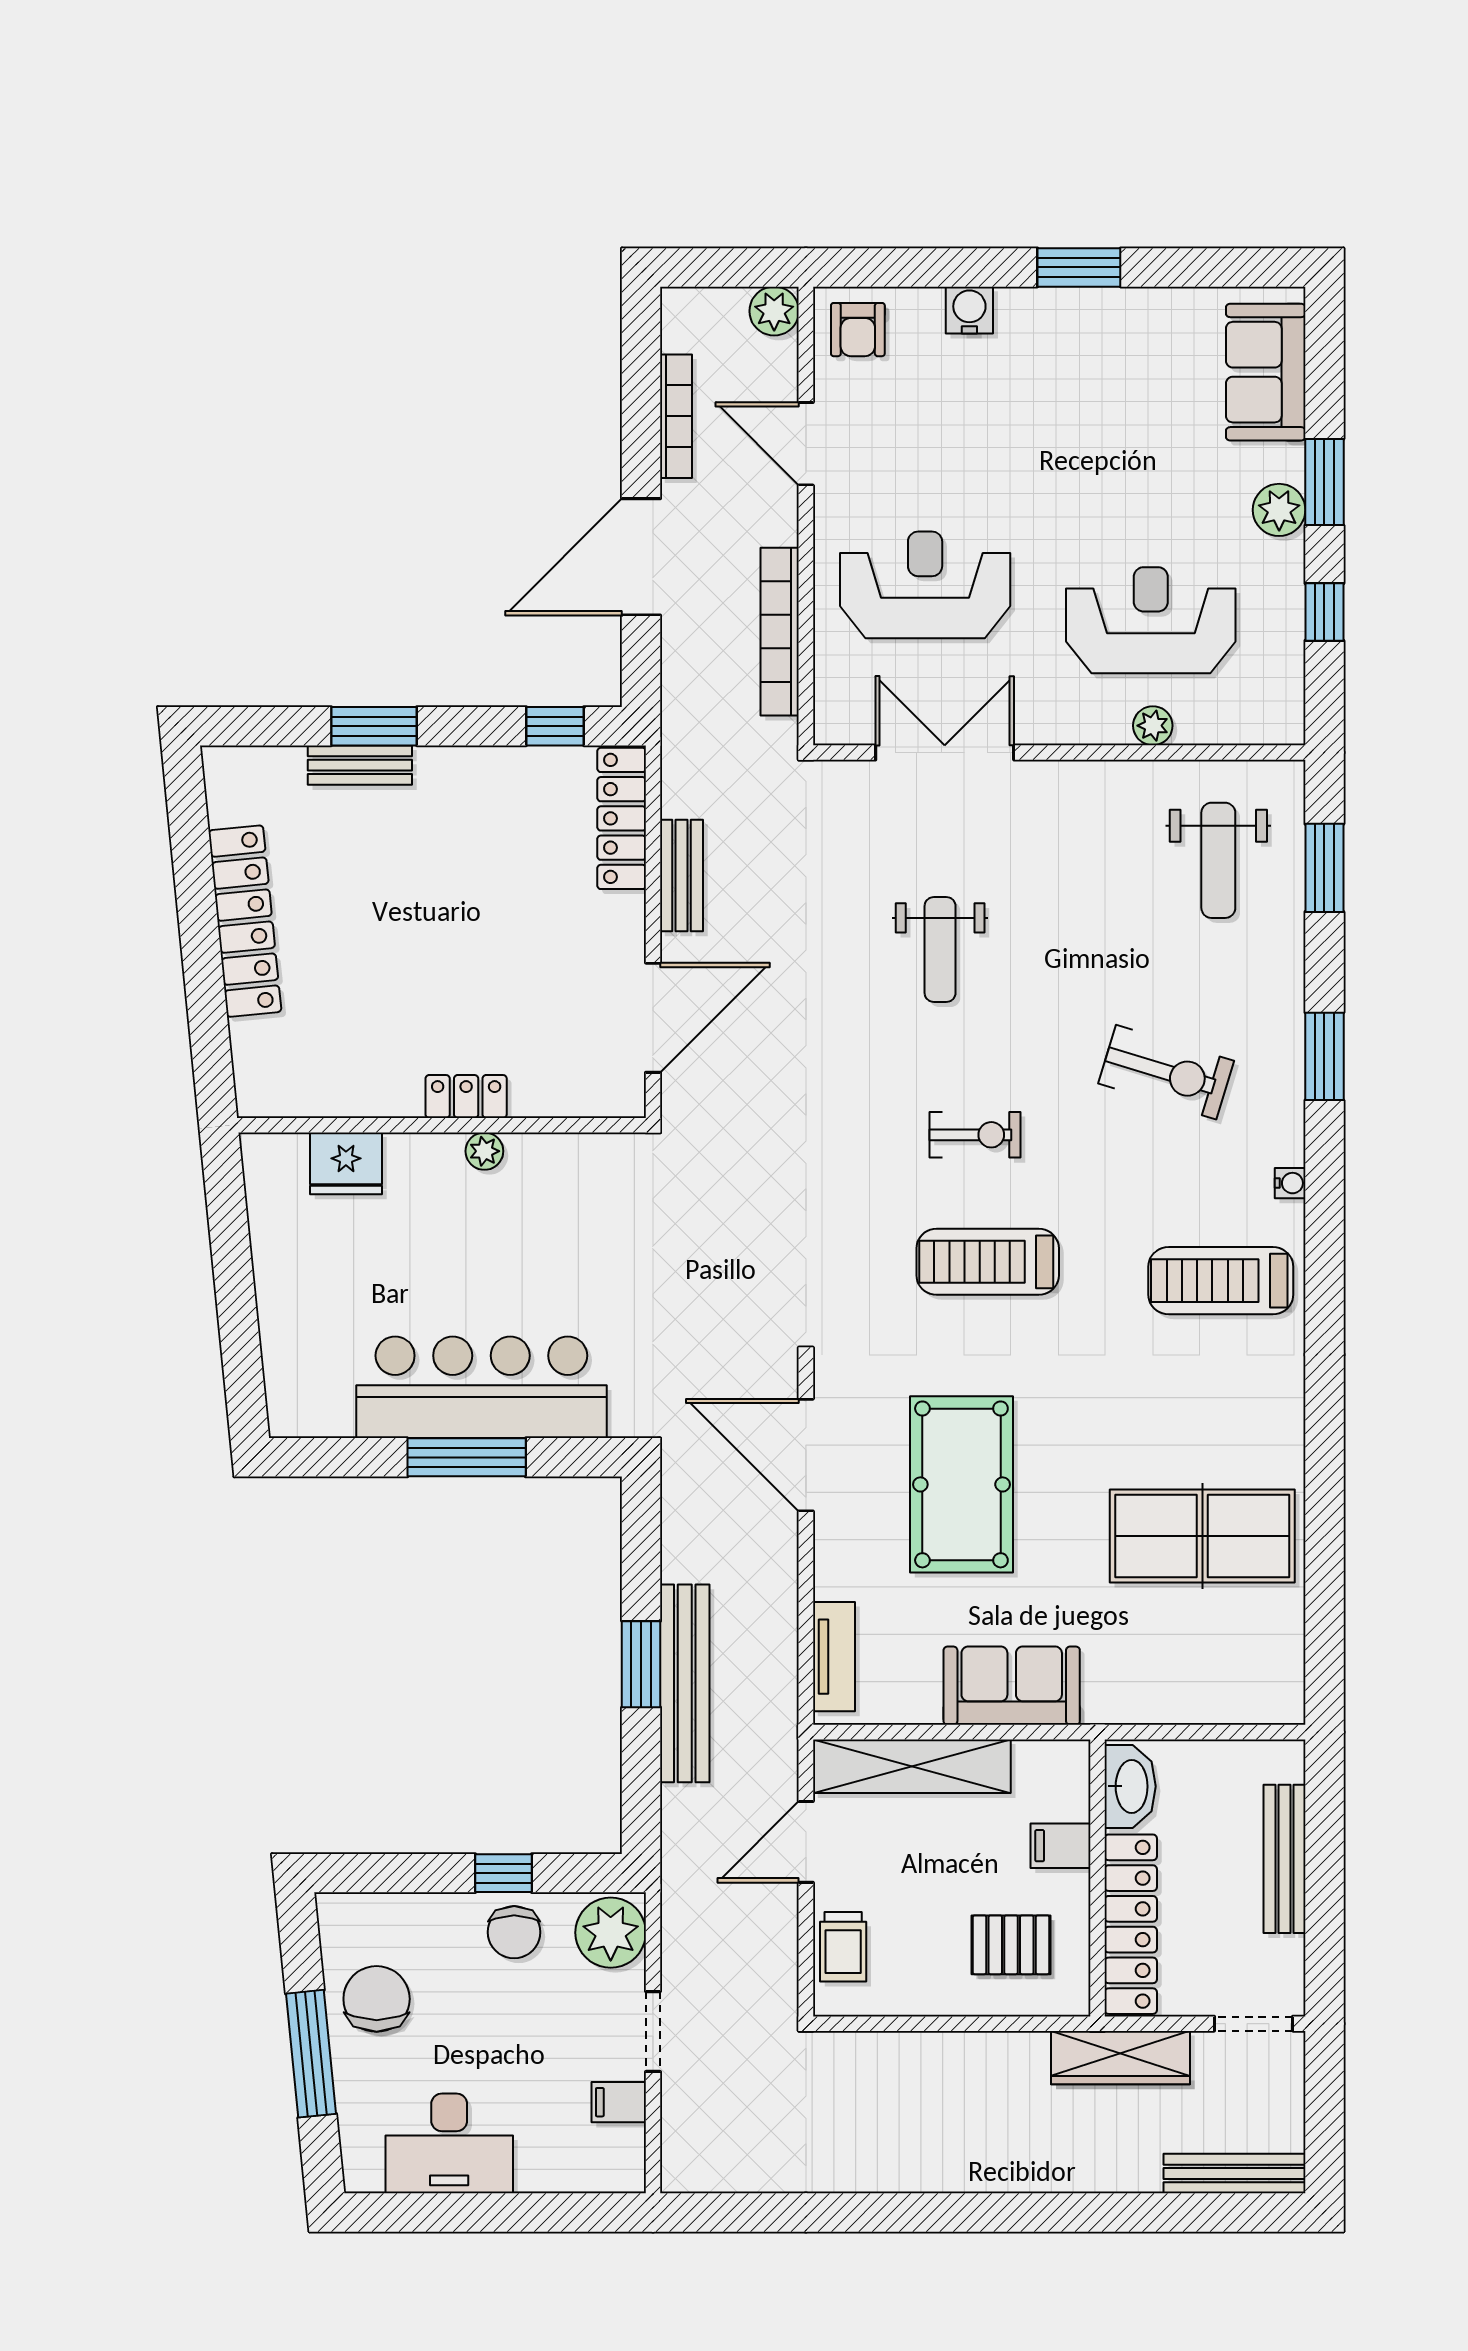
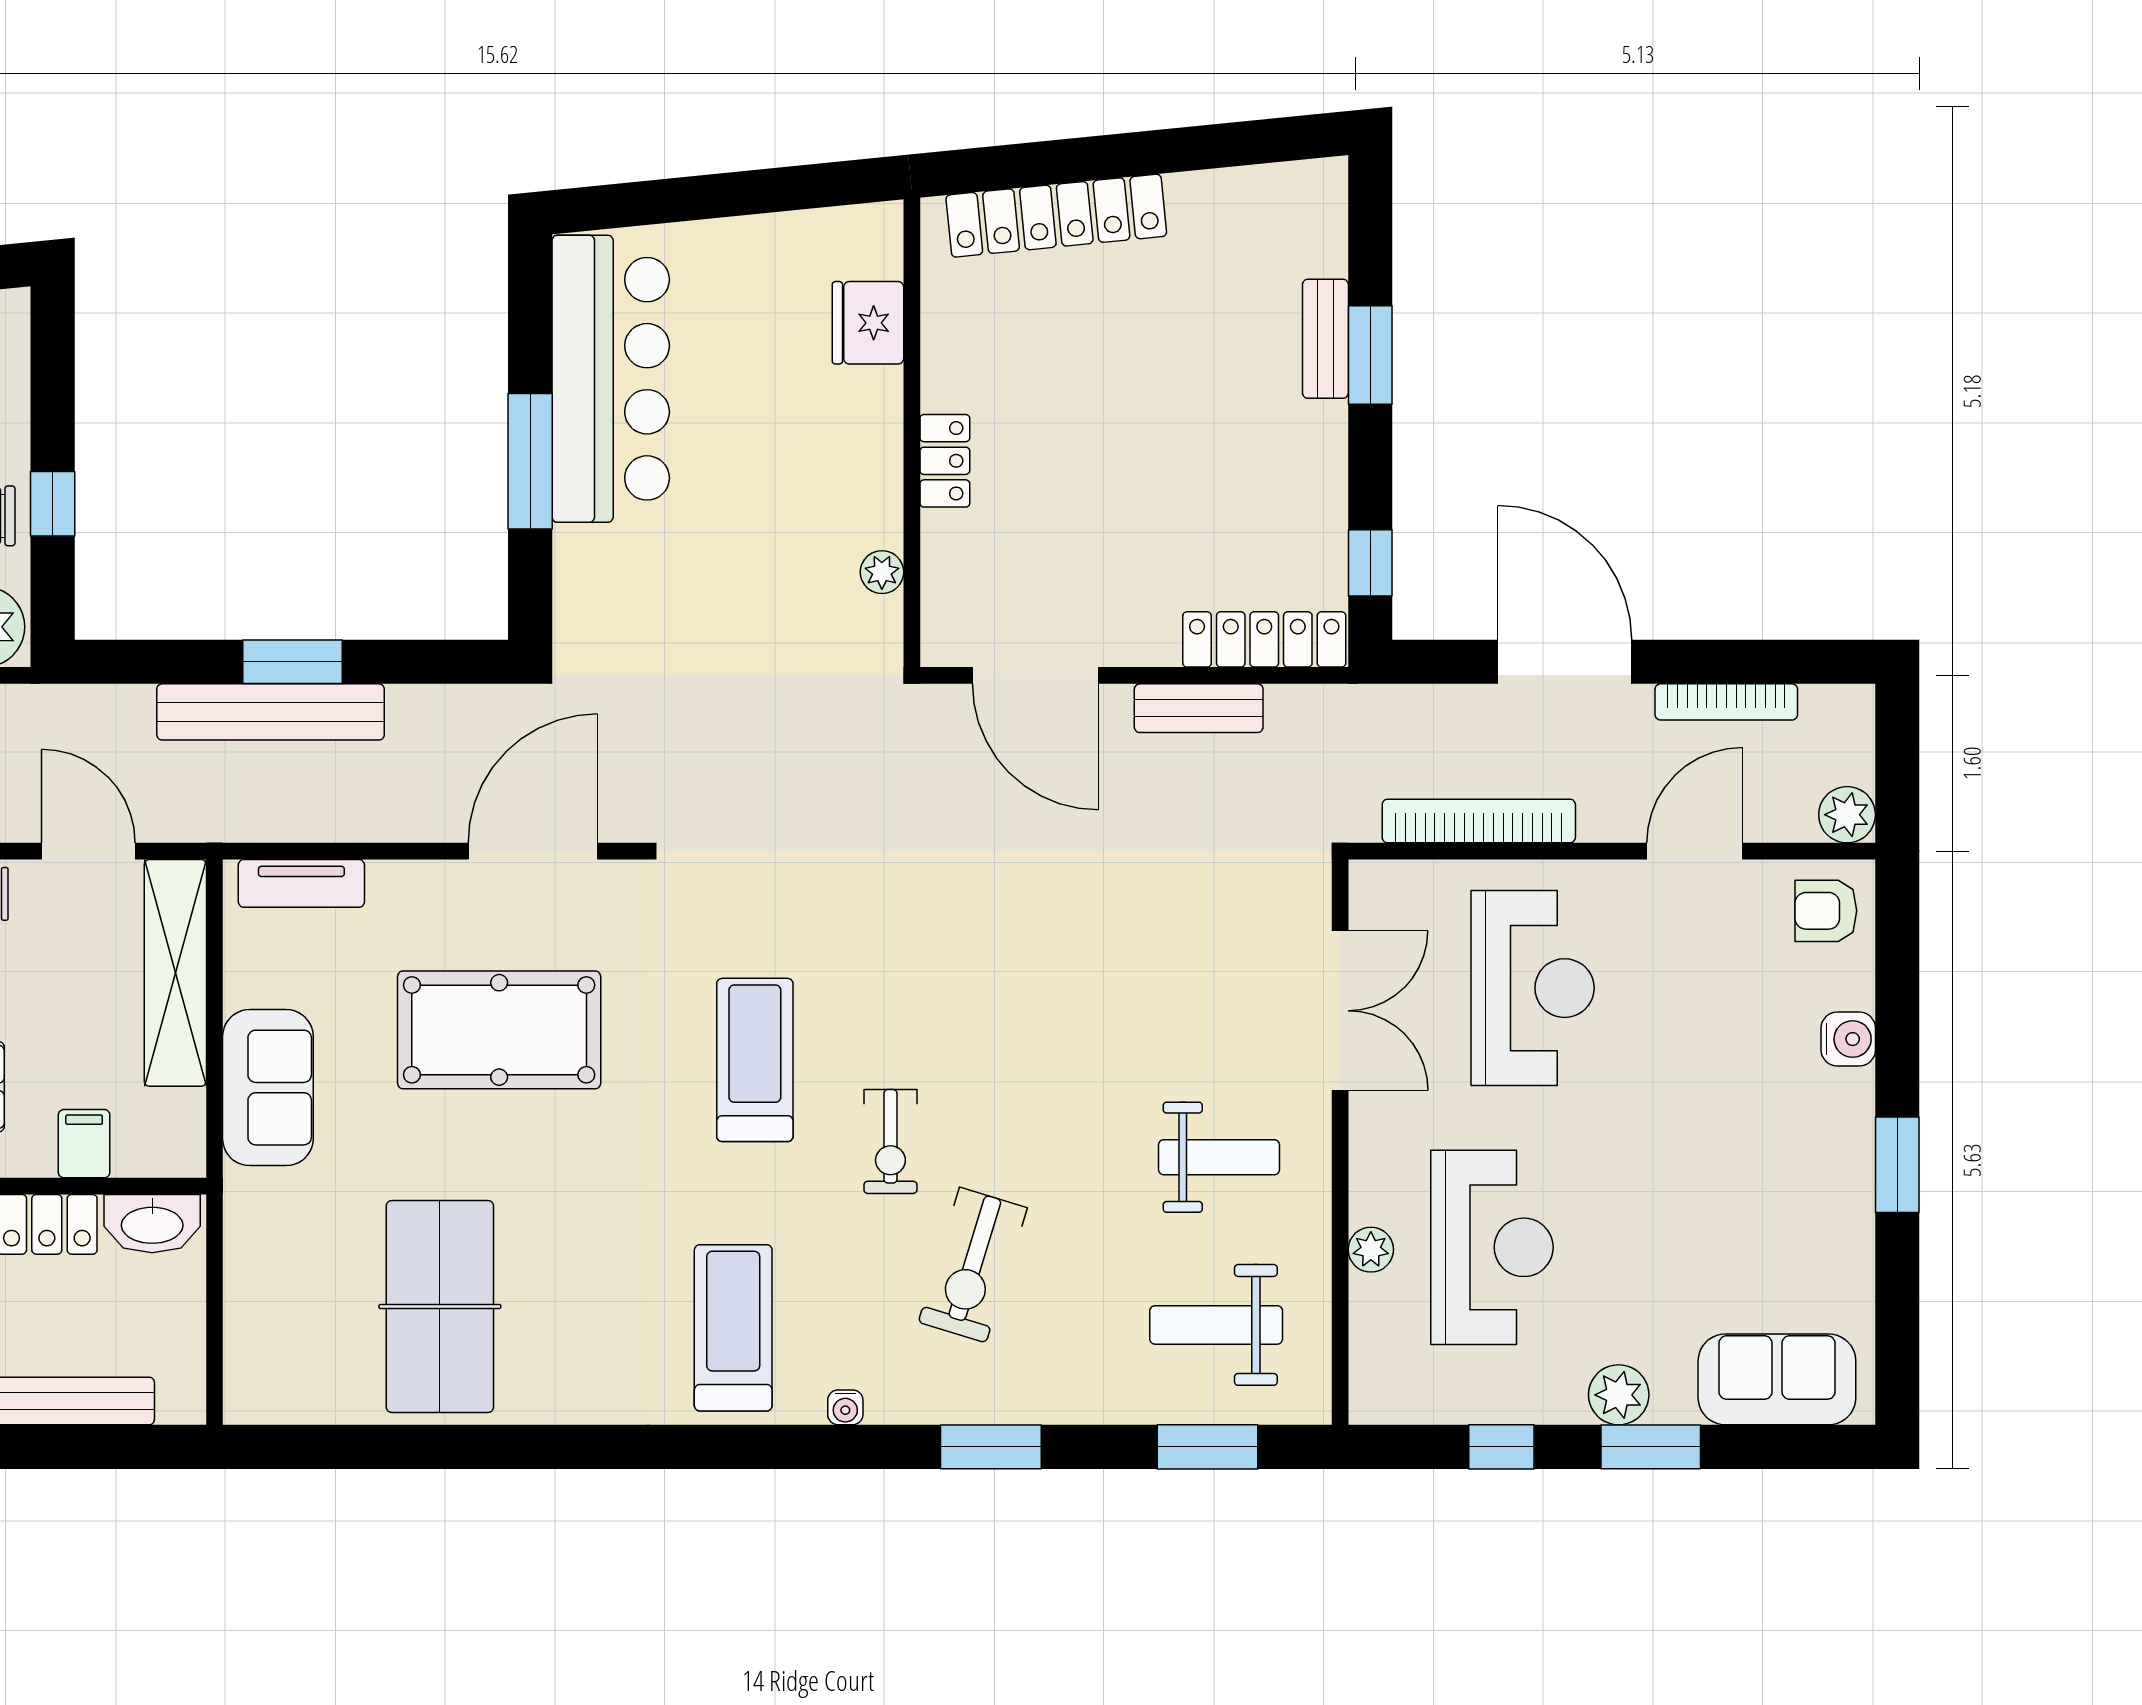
locker: (245, 921) -> (1056, 216), moved
weight bench: (940, 950) -> (1219, 1157), moved, turned 180
exercise bike: (975, 1135) -> (890, 1142), moved
plant: (484, 1151) -> (882, 572), moved
bar counter: (481, 1387) -> (611, 379), moved

